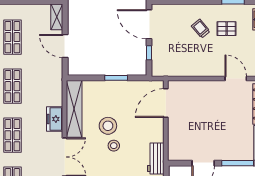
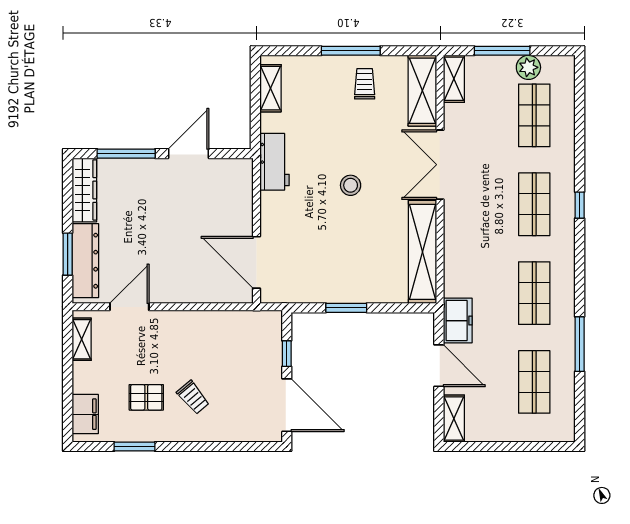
door: (236, 79) -> (129, 307), swing flipped
door: (166, 103) -> (257, 262), swing flipped
freezer: (55, 119) -> (458, 321), moved
stool: (108, 126) -> (361, 221), removed

